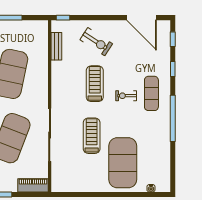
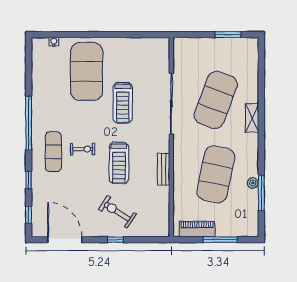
window: (63, 18) -> (115, 240), moved
bench: (56, 46) -> (164, 169), moved
piano: (33, 185) -> (197, 229), moved, turned 180

